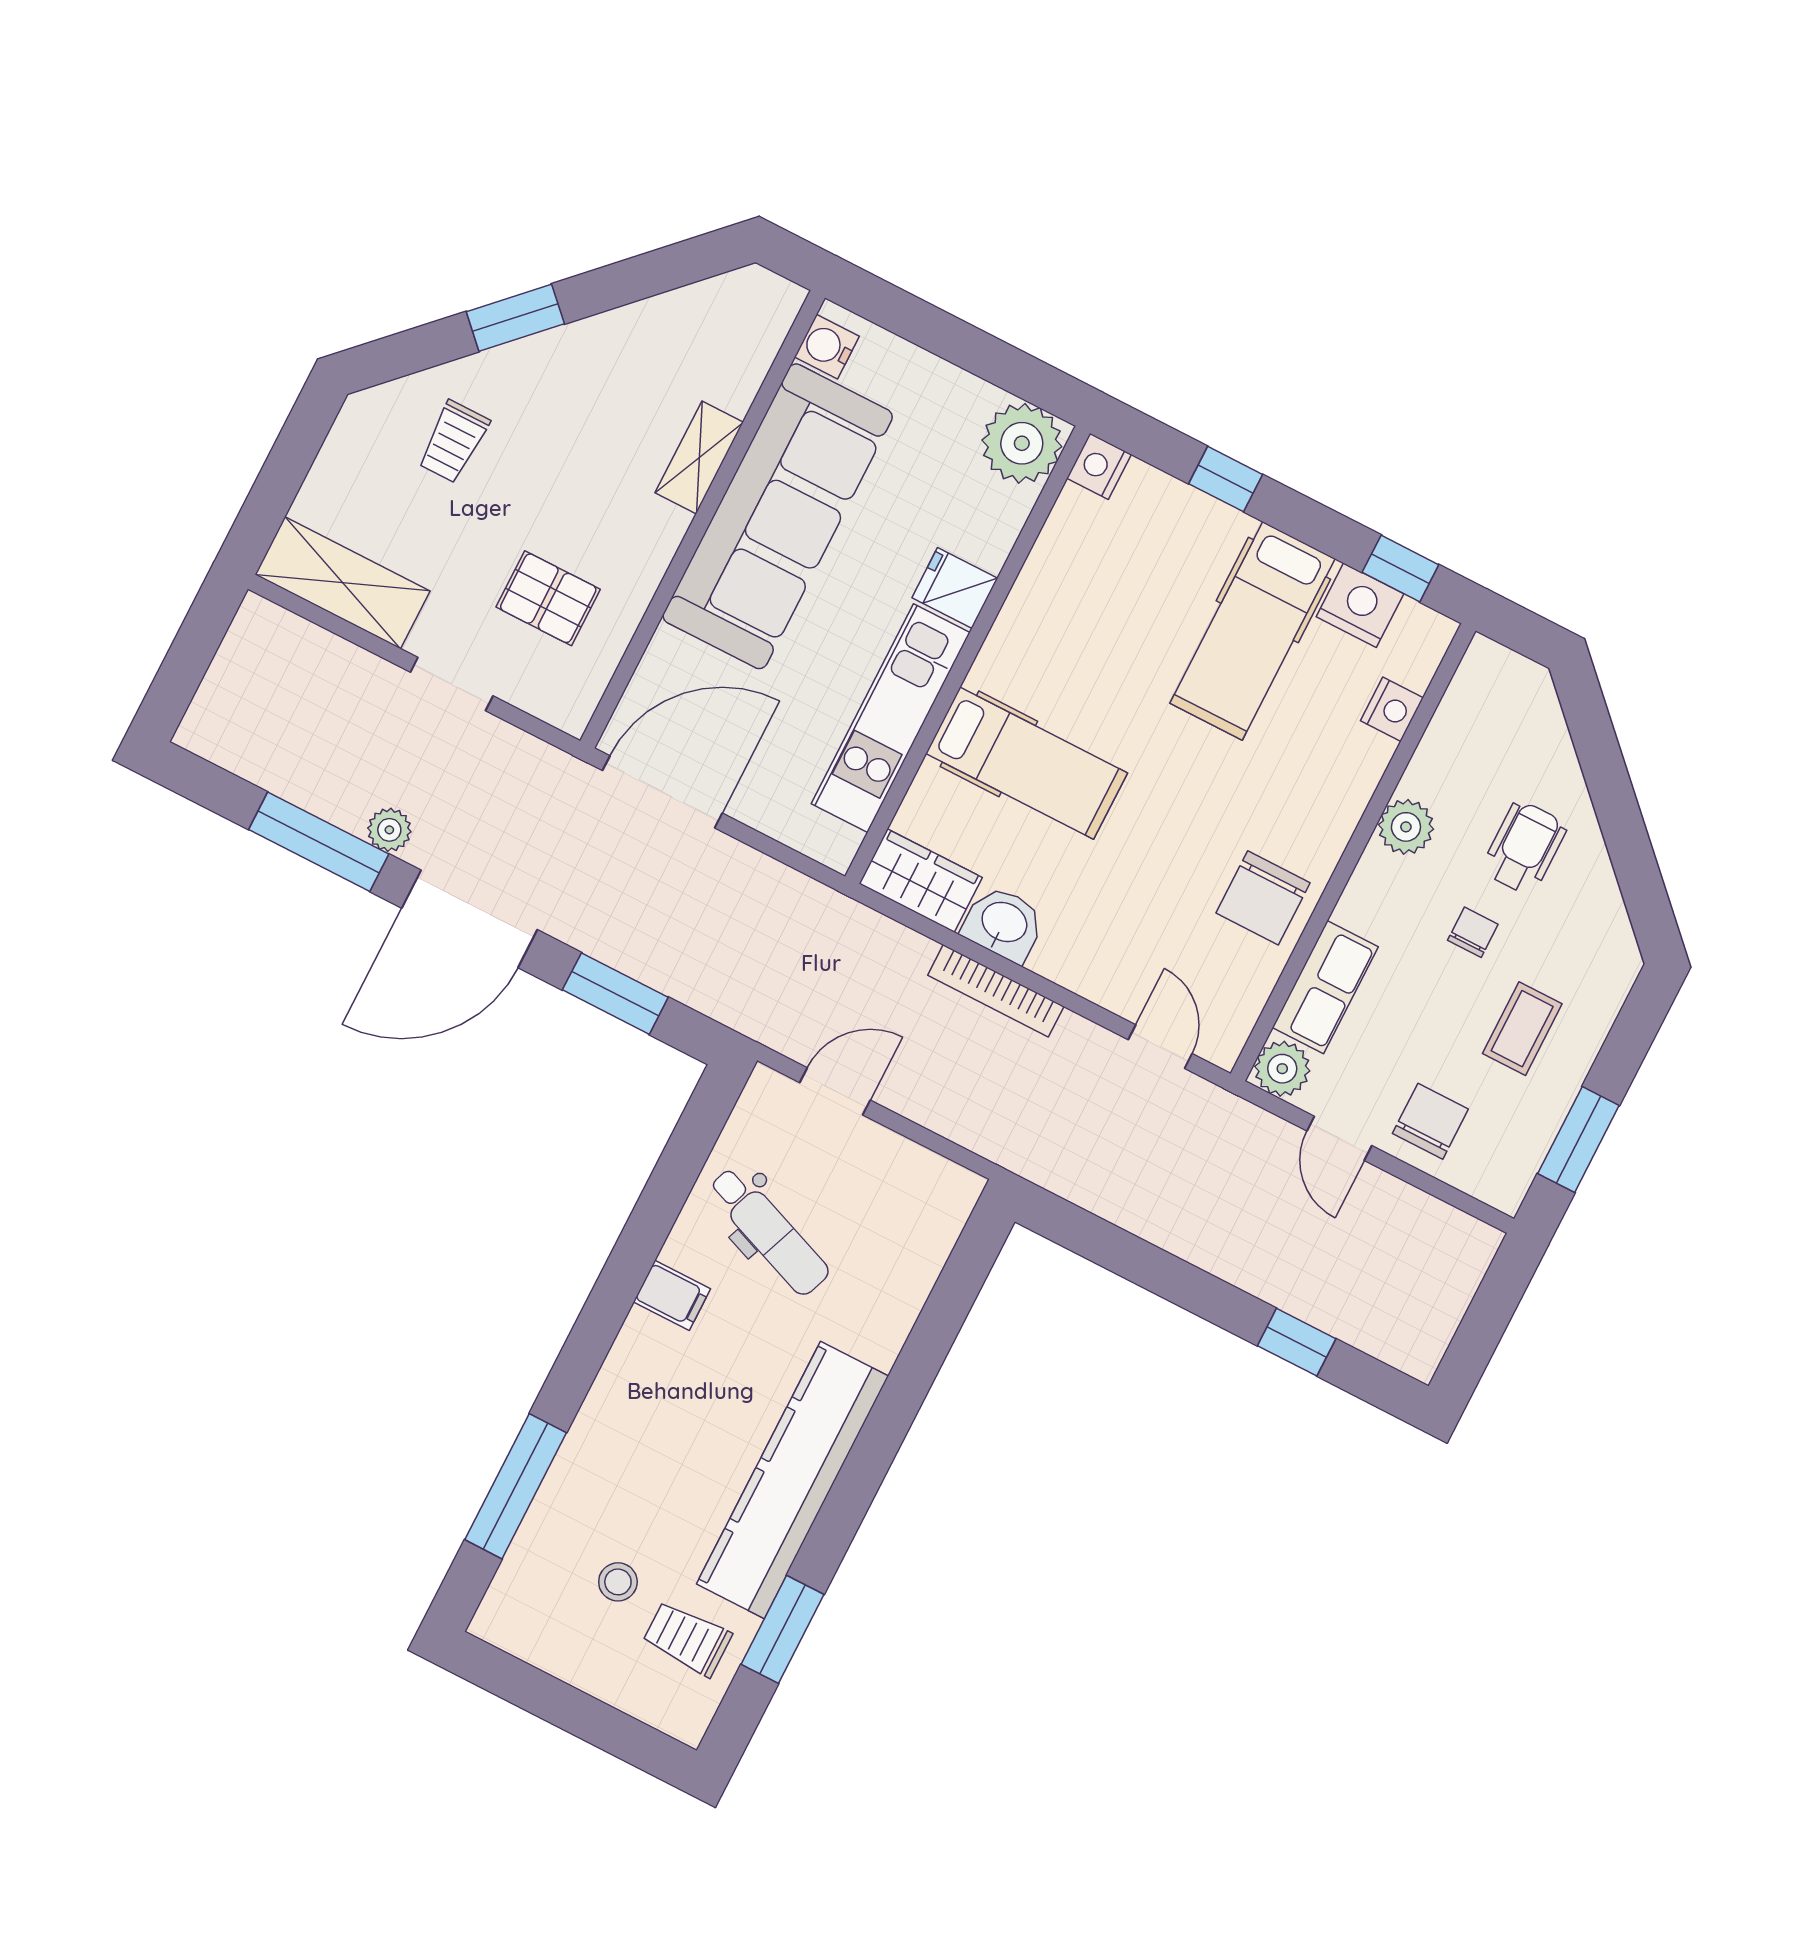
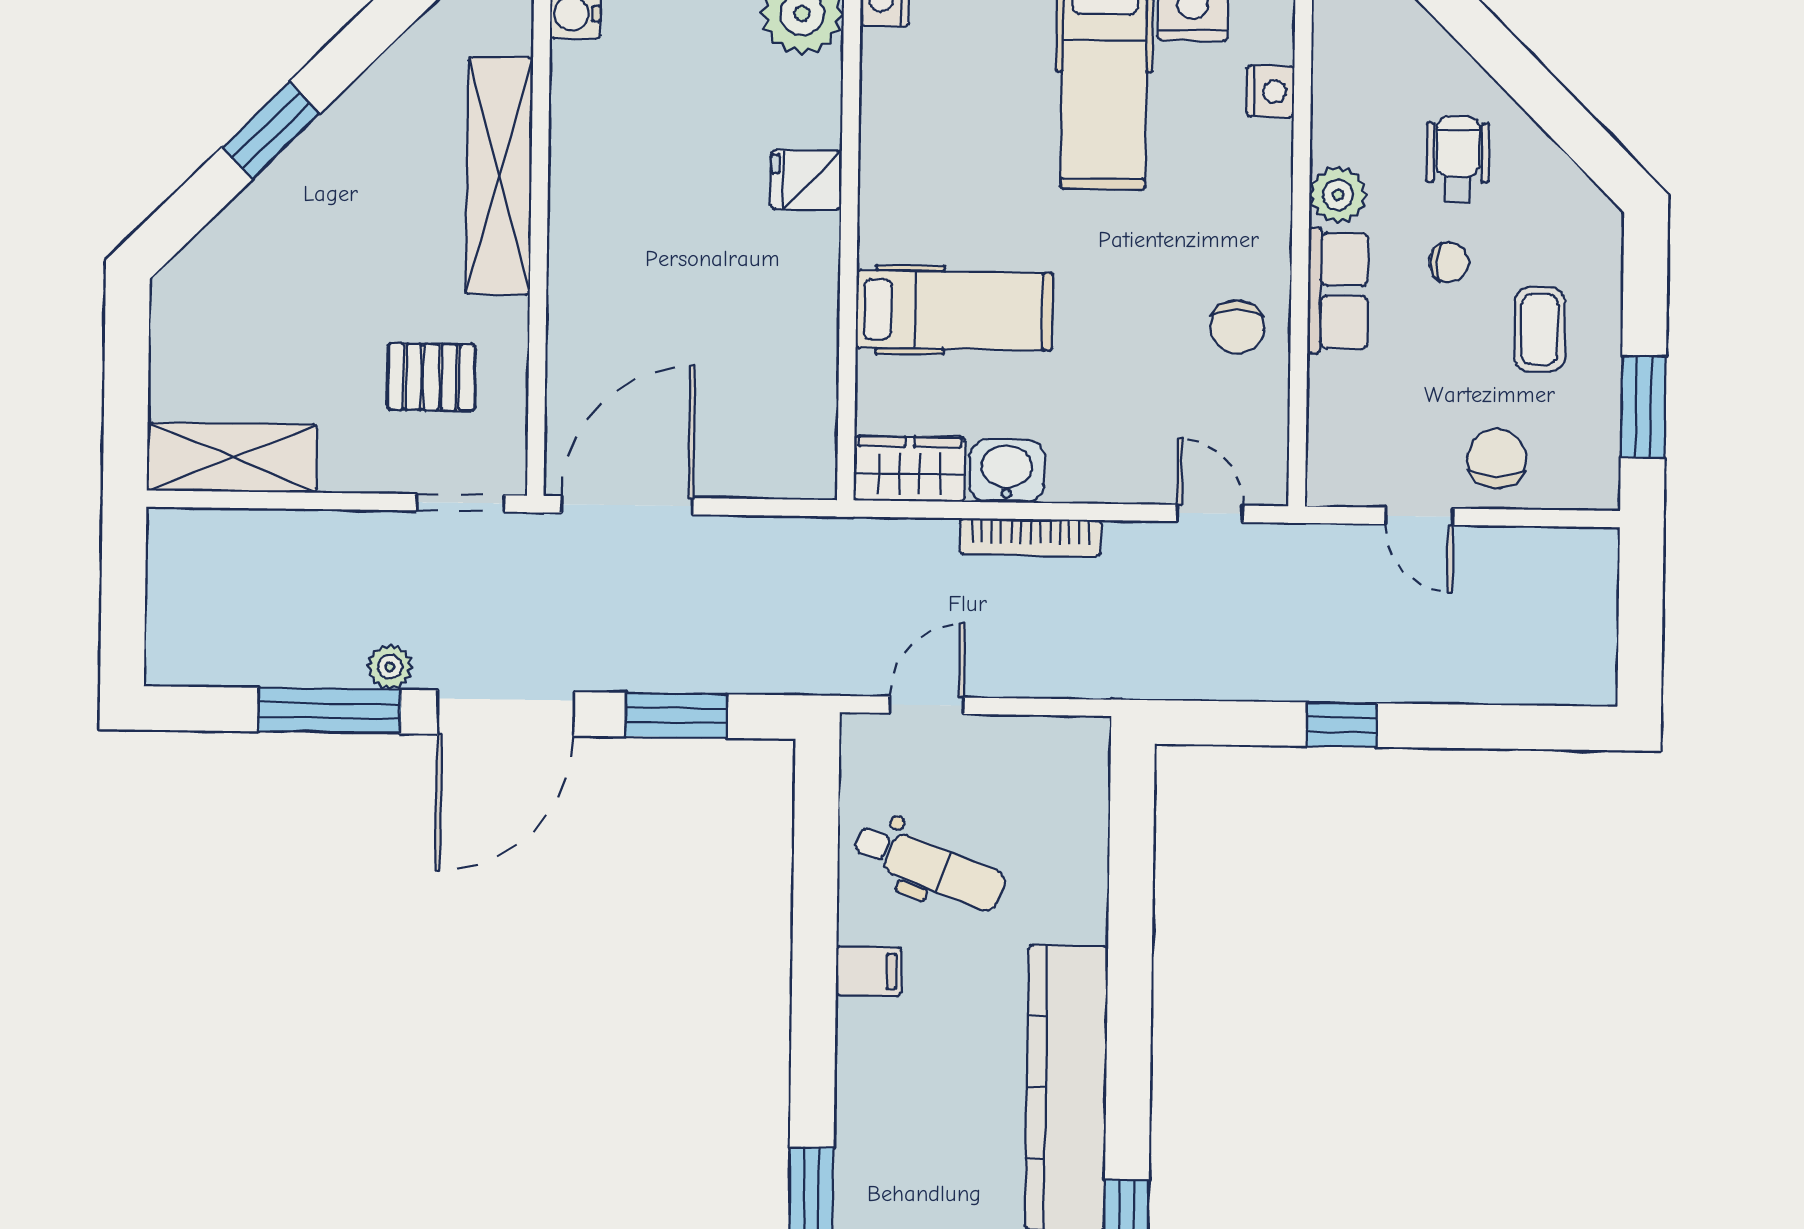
trolley: (454, 442) -> (271, 275), removed
shelving: (699, 457) -> (499, 176), width x2.20, depth x1.33
sofa: (778, 516) -> (608, 195), removed
doorway: (452, 684) -> (460, 503), moved
kitchen unit: (891, 718) -> (806, 331), removed
chair: (1263, 898) -> (1237, 327), width x0.73, depth x0.73
chair: (1473, 932) -> (1449, 262), turned 90
row of seats: (1325, 987) -> (1338, 291), moved
plant: (1282, 1069) -> (1334, 478), removed
window: (1297, 1342) -> (1342, 725), moved

